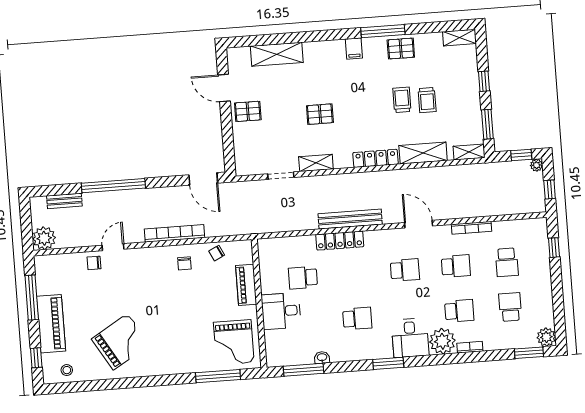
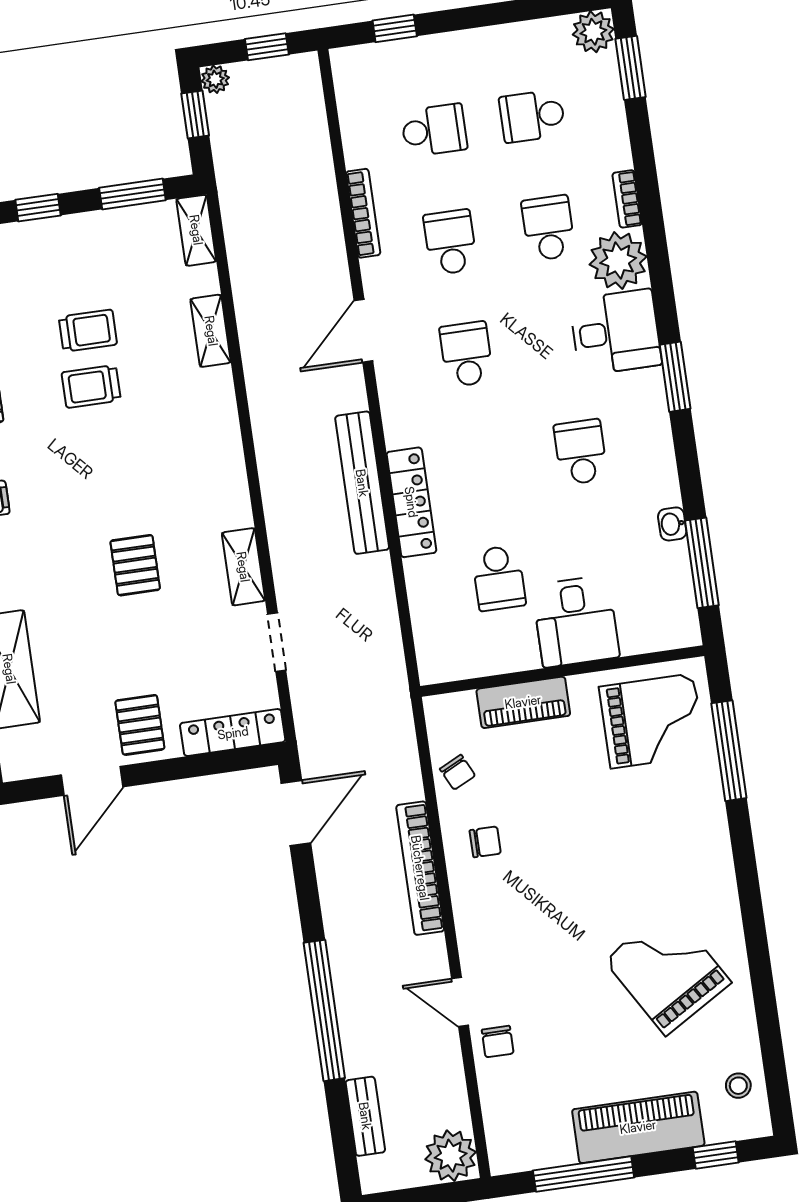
shelving: (423, 153) -> (211, 331), width x0.67, depth x0.75
locker: (376, 158) -> (233, 733), moved, turned 90

